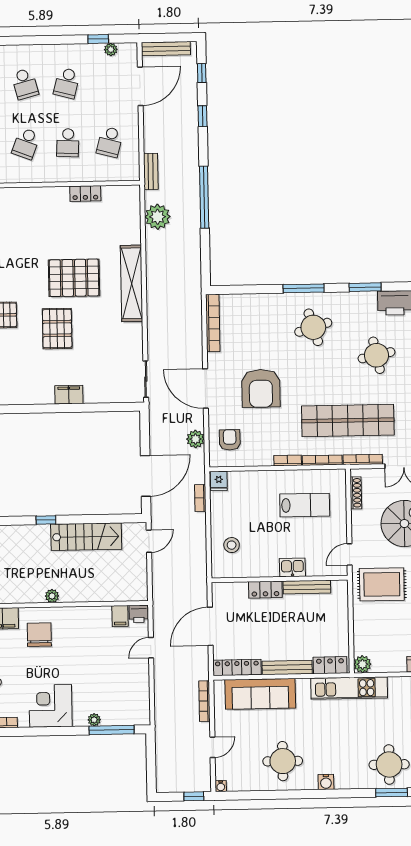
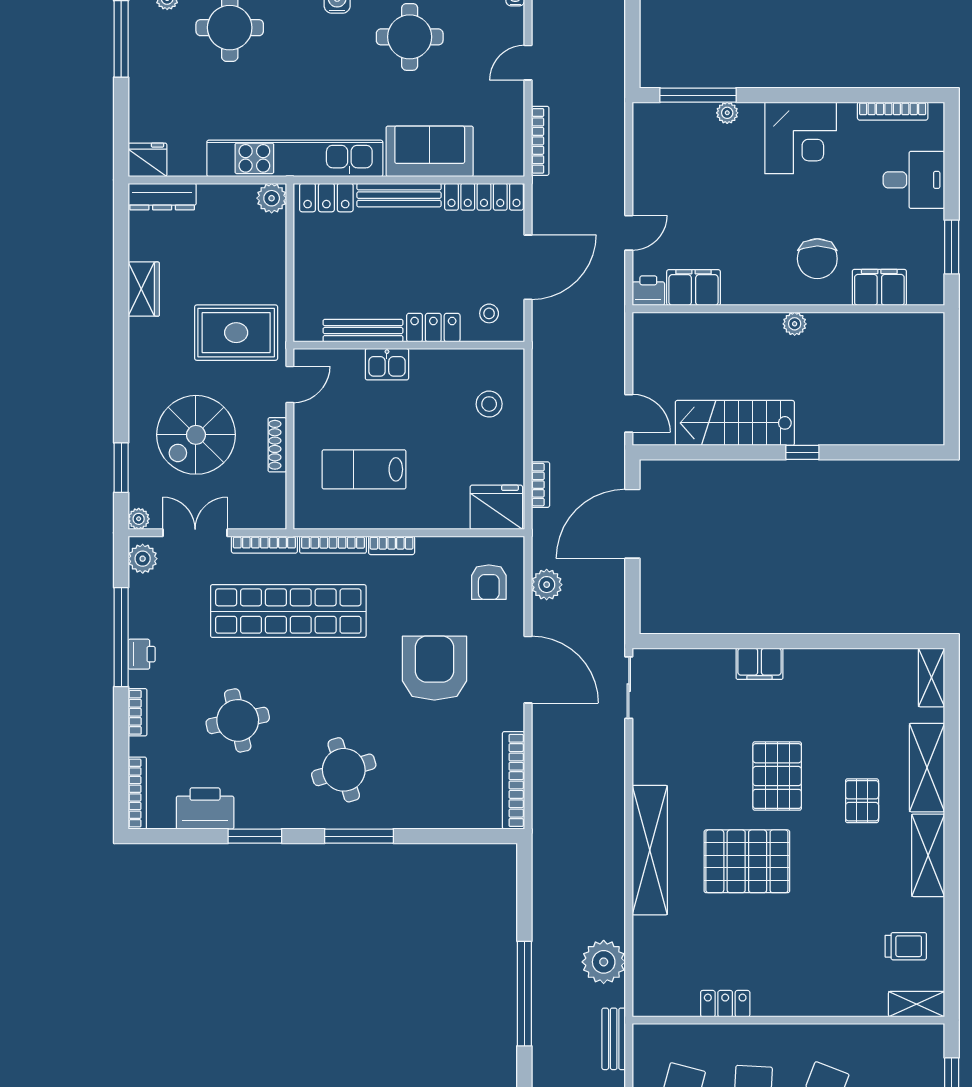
fridge: (219, 481) -> (496, 507), width x1.88, depth x1.34
shoe rack: (356, 493) -> (277, 445), moved
door: (149, 541) -> (629, 413), swing flipped
stool: (233, 599) -> (489, 313), added
filing cabinet: (120, 616) -> (694, 288), width x2.00
kitchen unit: (349, 688) -> (295, 158), width x1.36
sofa: (260, 694) -> (430, 151), width x0.73

